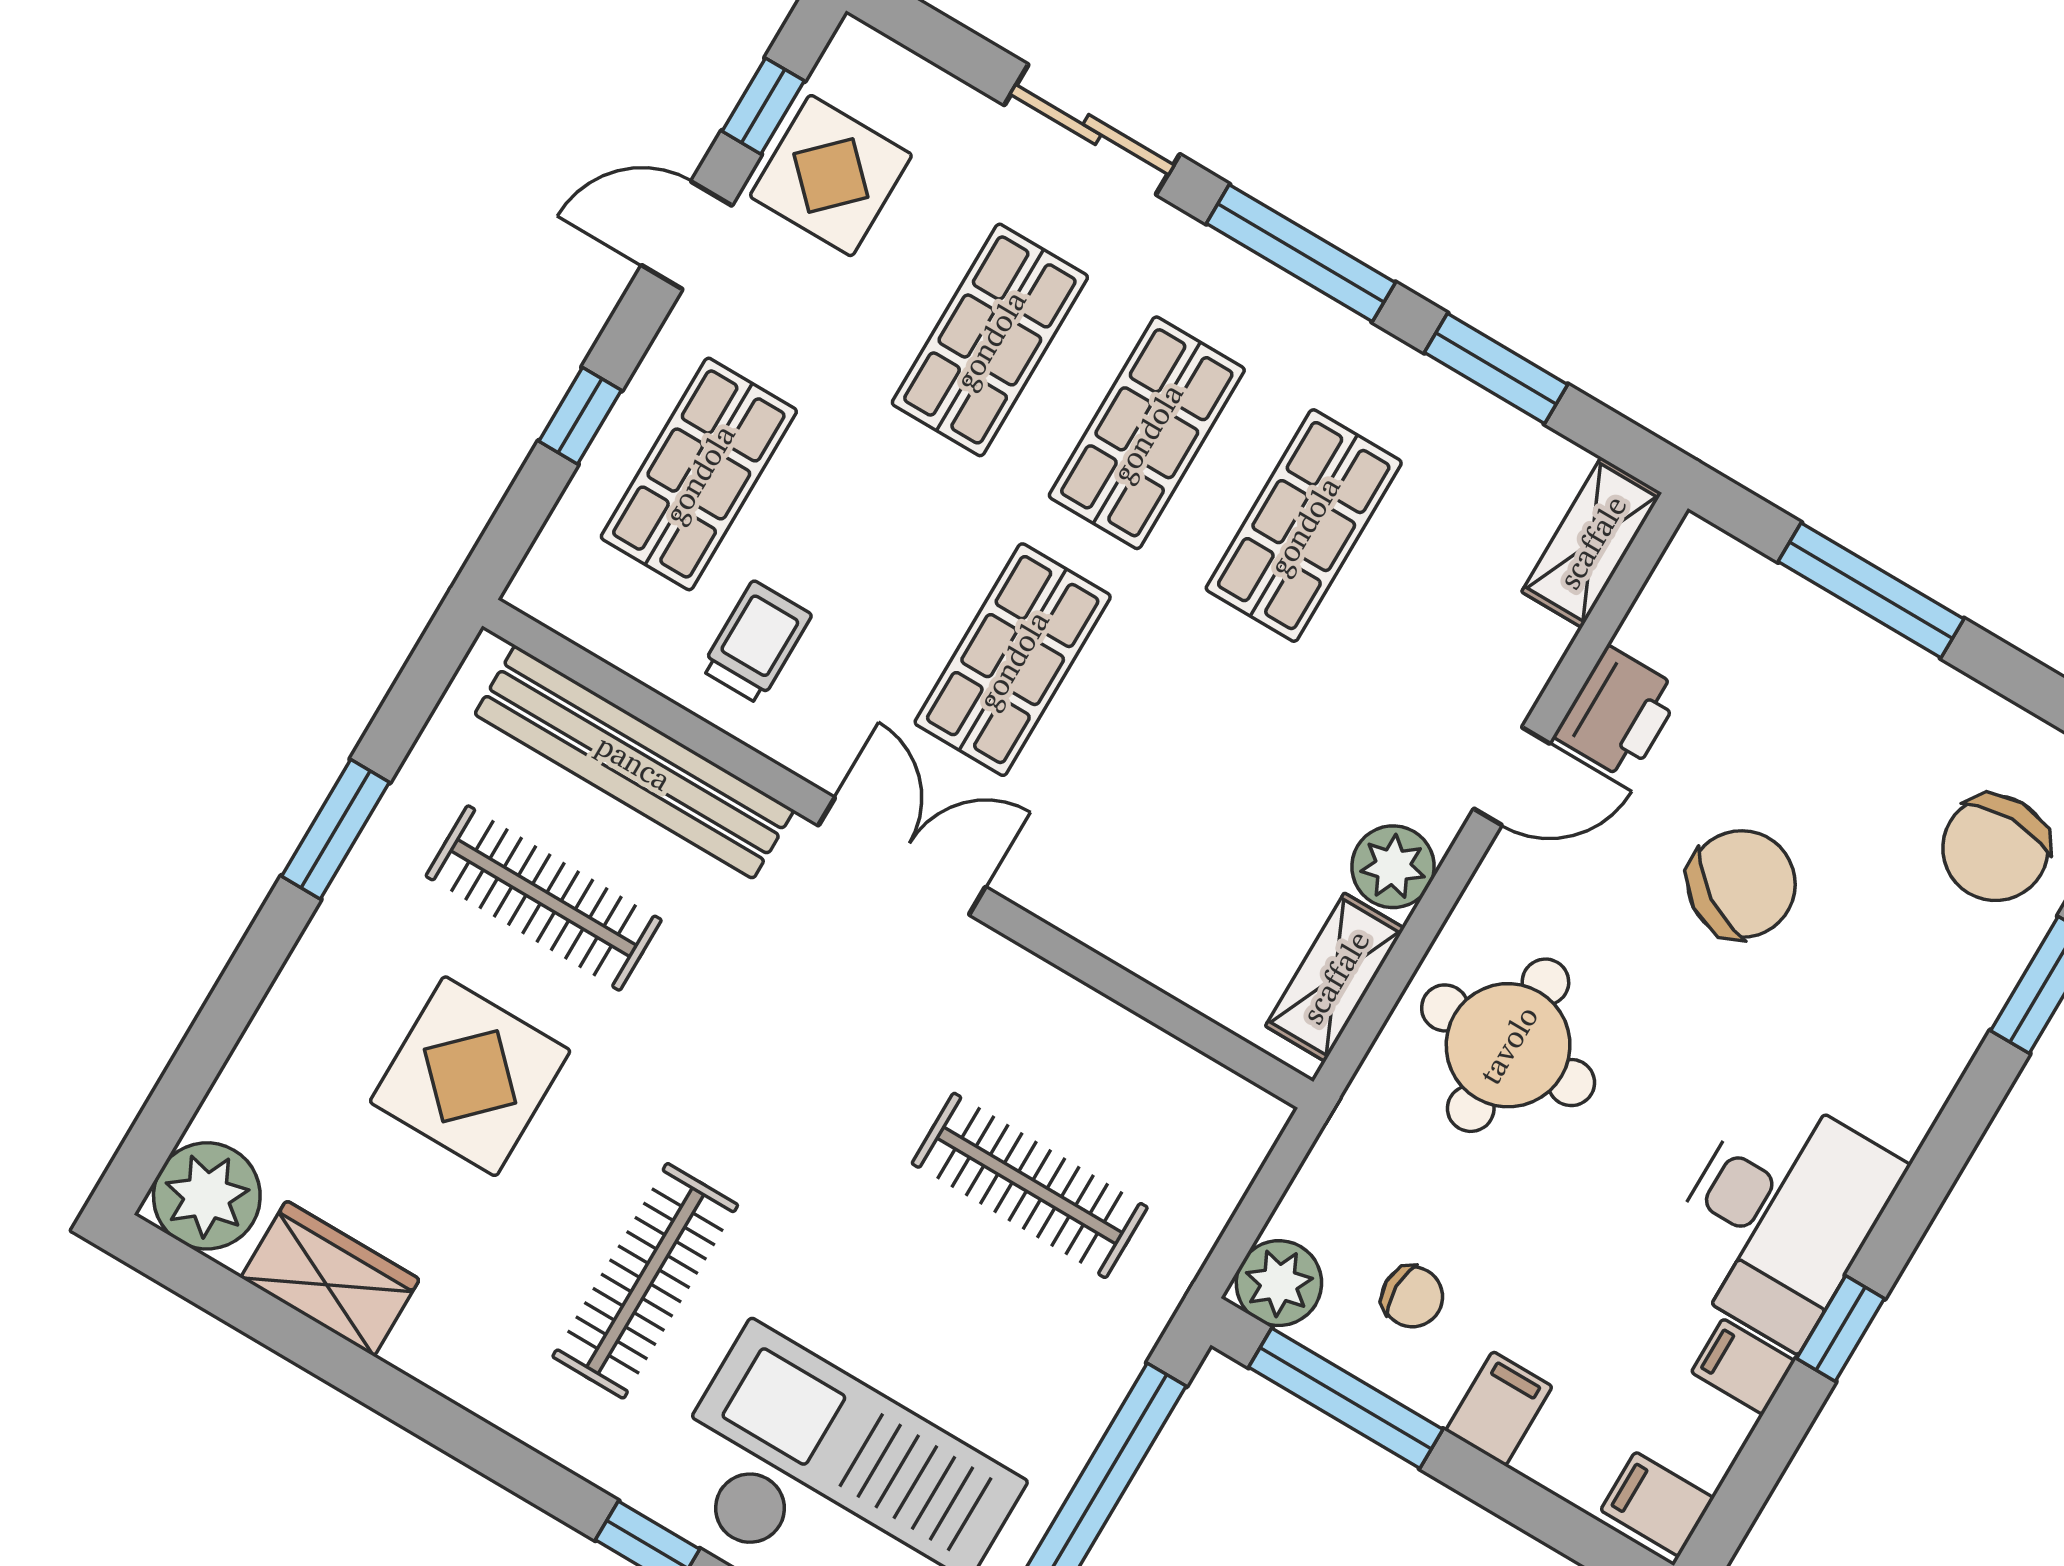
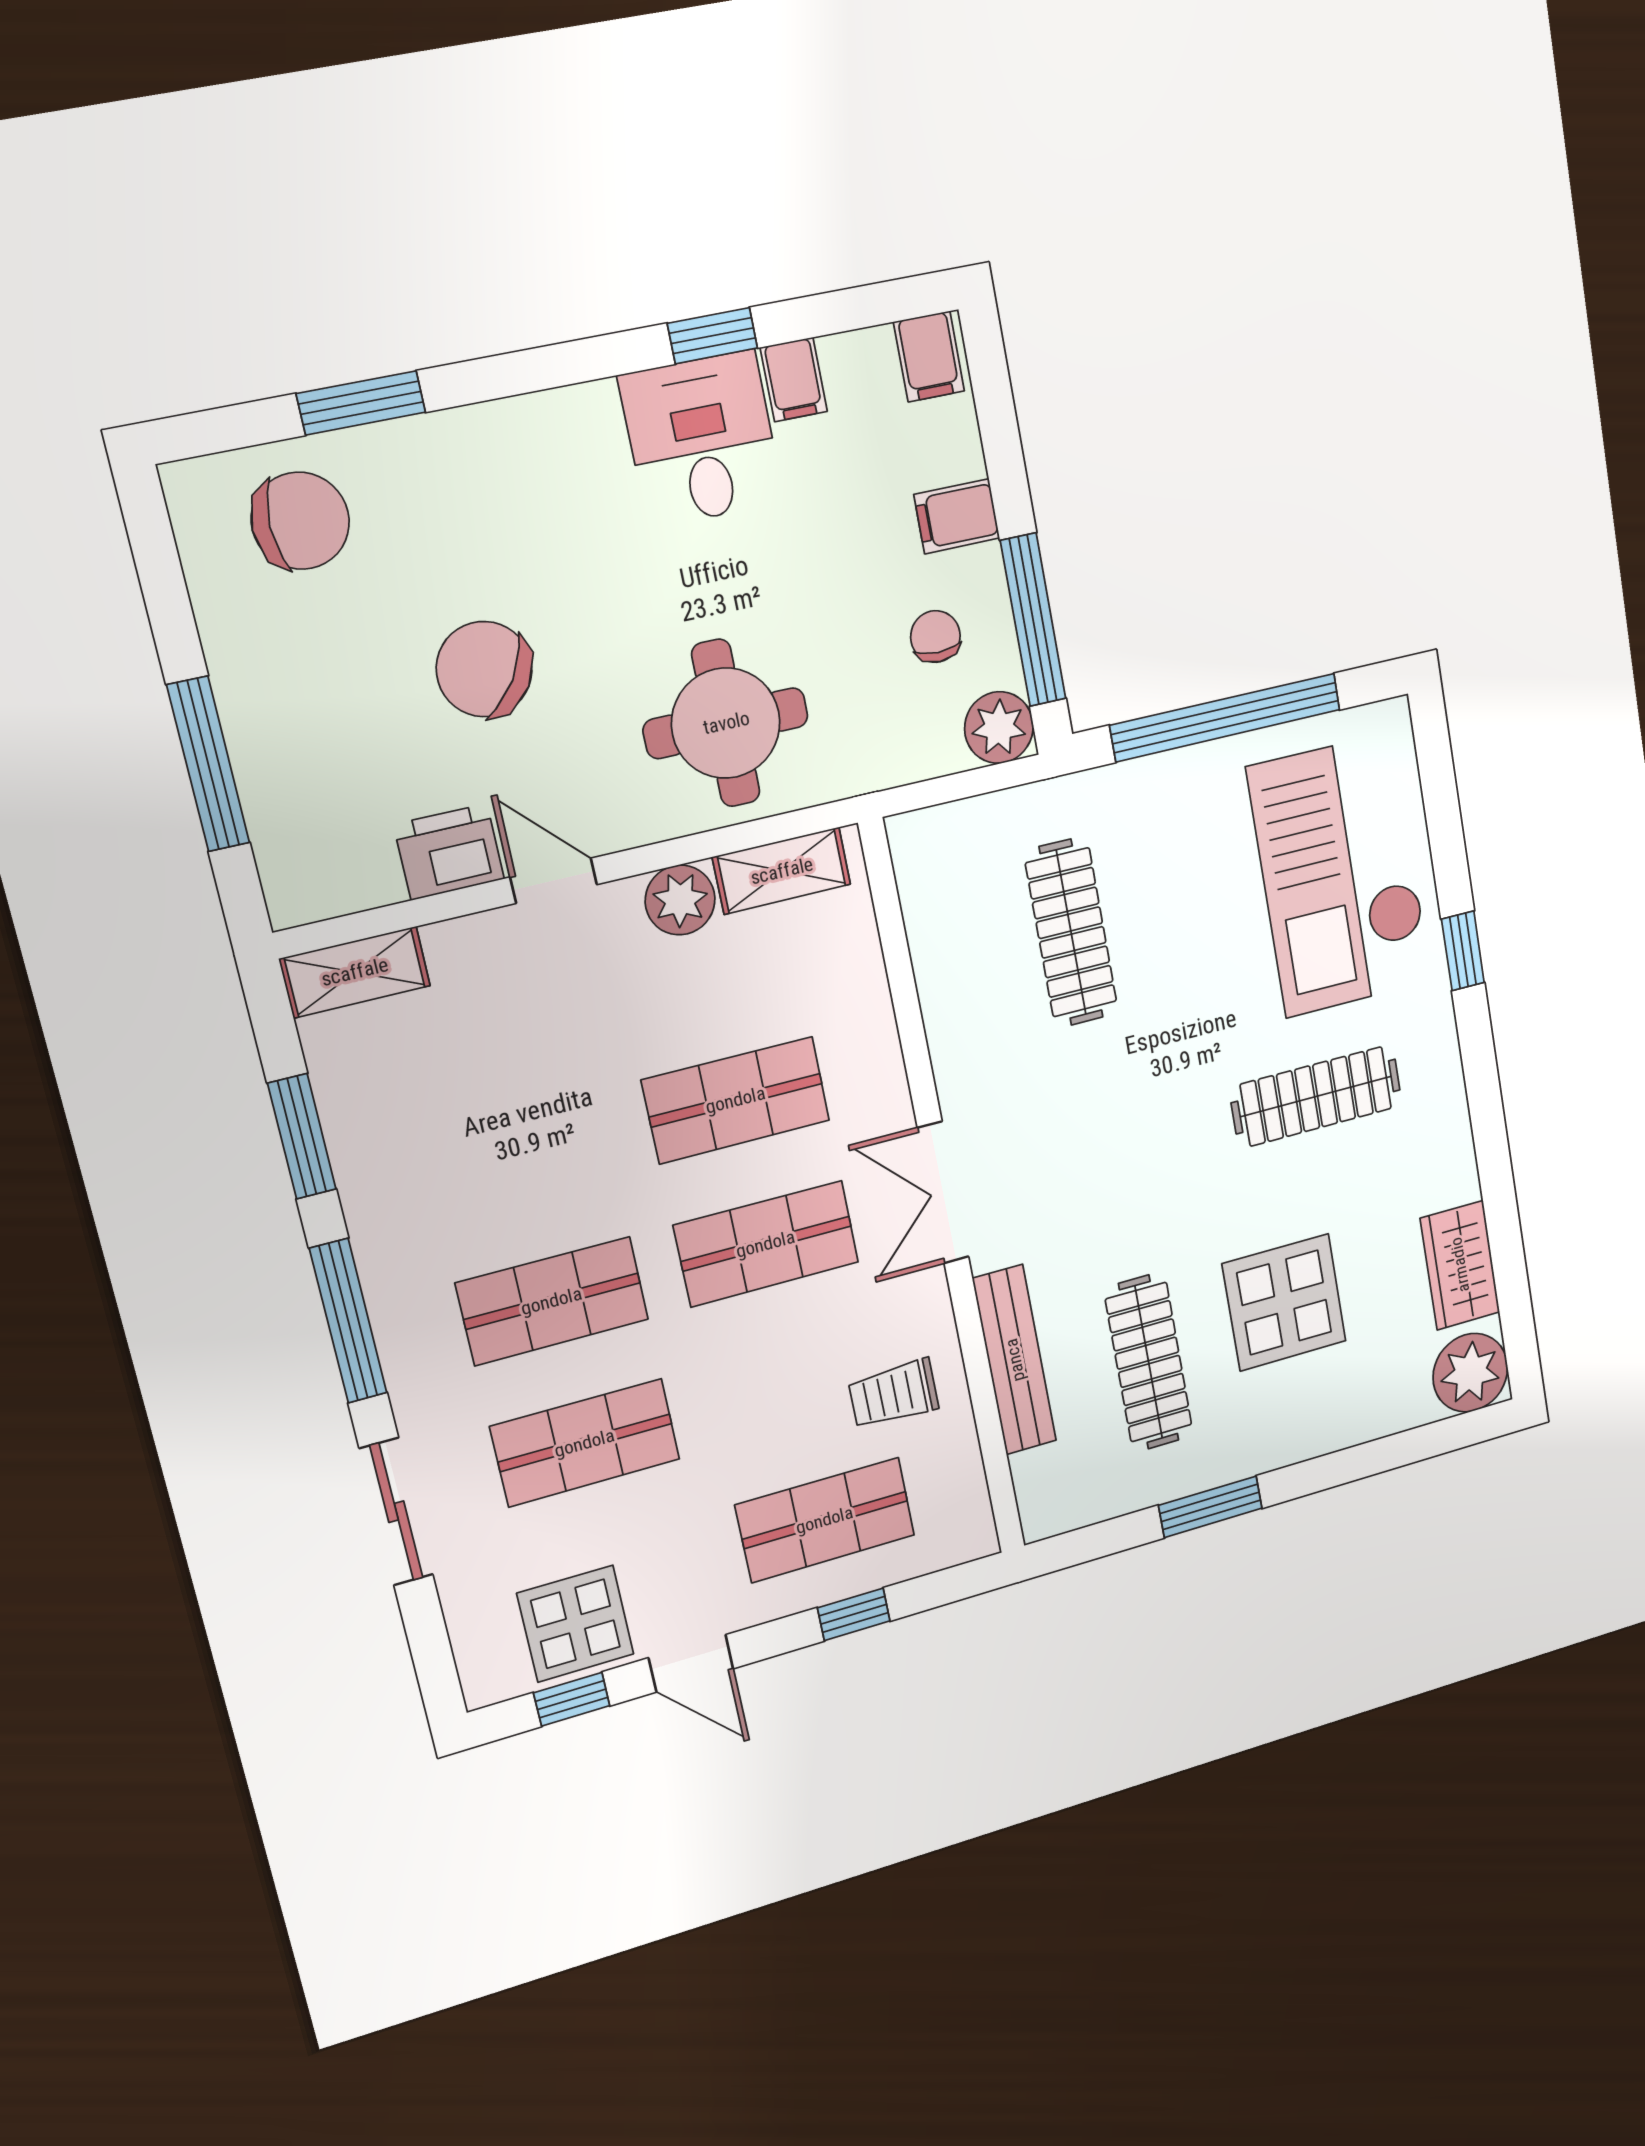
shop shelf: (1304, 526) -> (736, 1100), moved
bench: (634, 762) -> (1015, 1360), width x0.73, depth x0.82
desk: (1780, 1216) -> (702, 439), width x0.73

